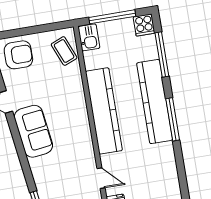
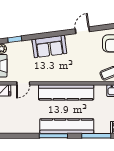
sofa: (33, 131) -> (49, 46), moved

